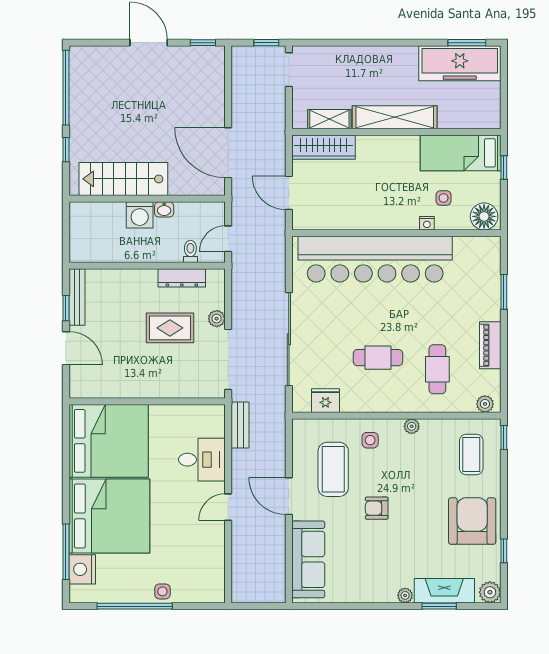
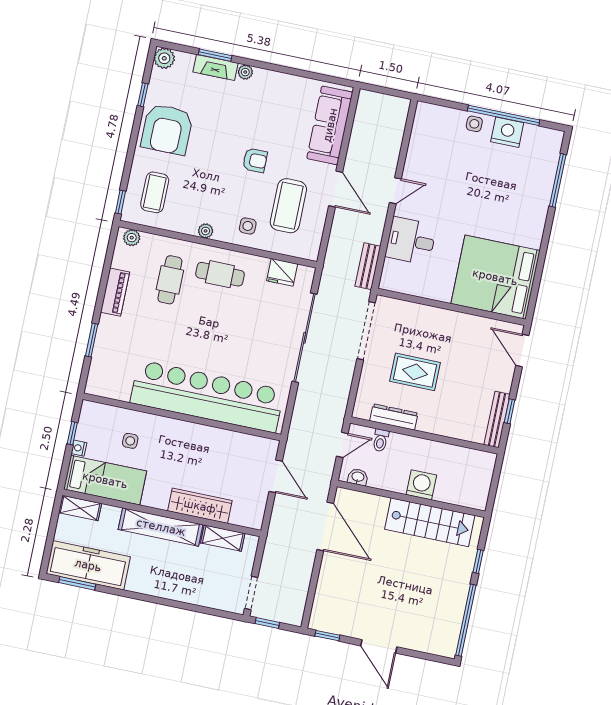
shelving: (480, 119) -> (80, 508), added
wardrobe: (324, 147) -> (200, 506), moved
window: (504, 167) -> (72, 433), moved
washbasin: (164, 209) -> (358, 477), moved
floor lamp: (484, 216) -> (96, 415), removed
nightstand: (427, 223) -> (79, 448), moved, turned -90
plant: (217, 319) -> (369, 372), removed
door: (66, 348) -> (522, 351), moved
cafe table: (378, 358) -> (220, 274), moved
bed: (109, 516) -> (510, 206), removed
nightstand: (82, 569) -> (507, 132), moved, turned -90
fireplace: (444, 591) -> (215, 67), width x0.73, depth x0.76

